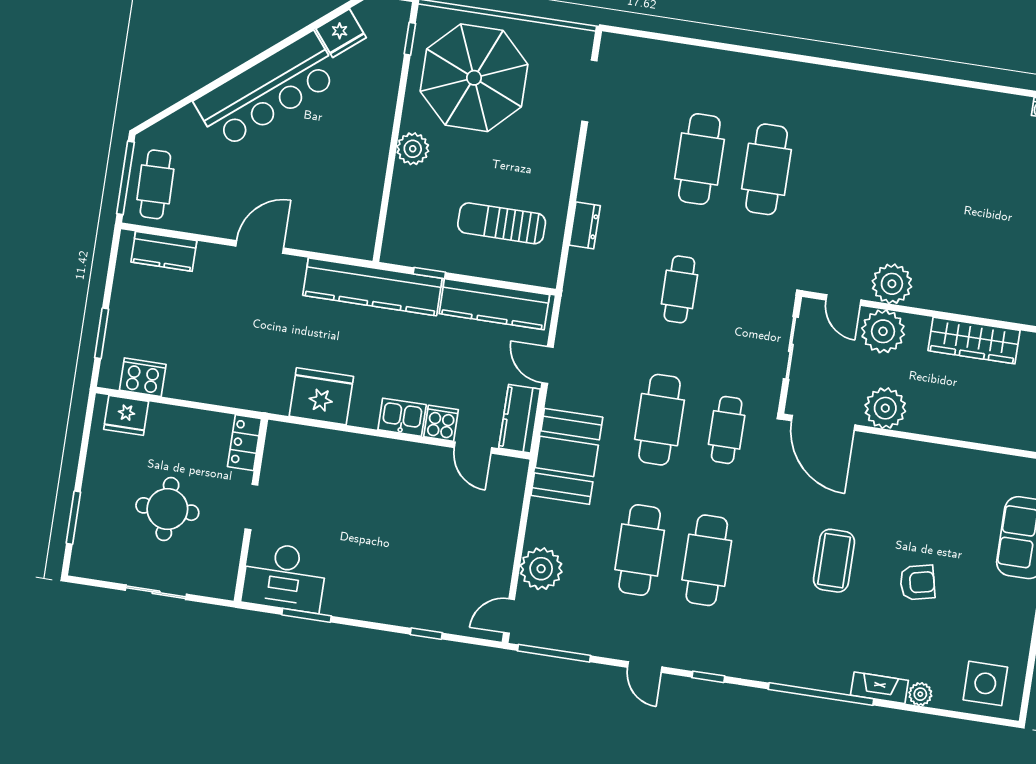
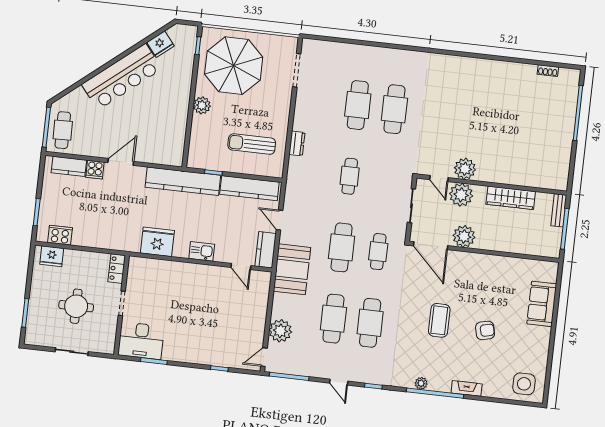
cooker: (441, 423) -> (95, 170), moved, turned 180
plant: (920, 694) -> (421, 383), moved

